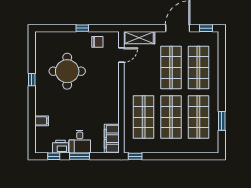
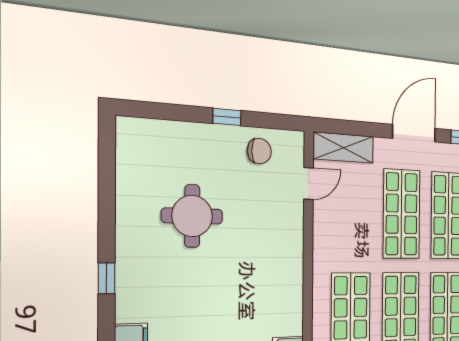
round table: (67, 71) -> (192, 216), width x0.73, depth x0.73
window: (32, 80) -> (106, 278), moved

